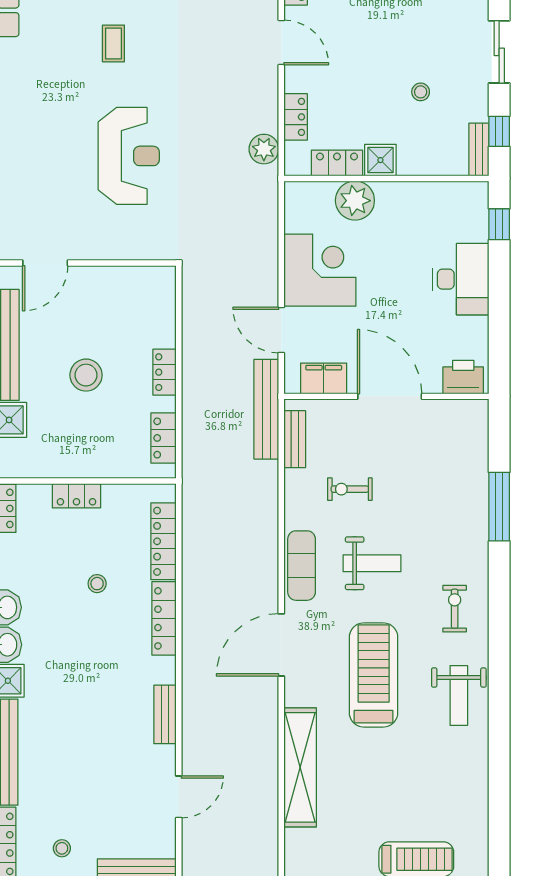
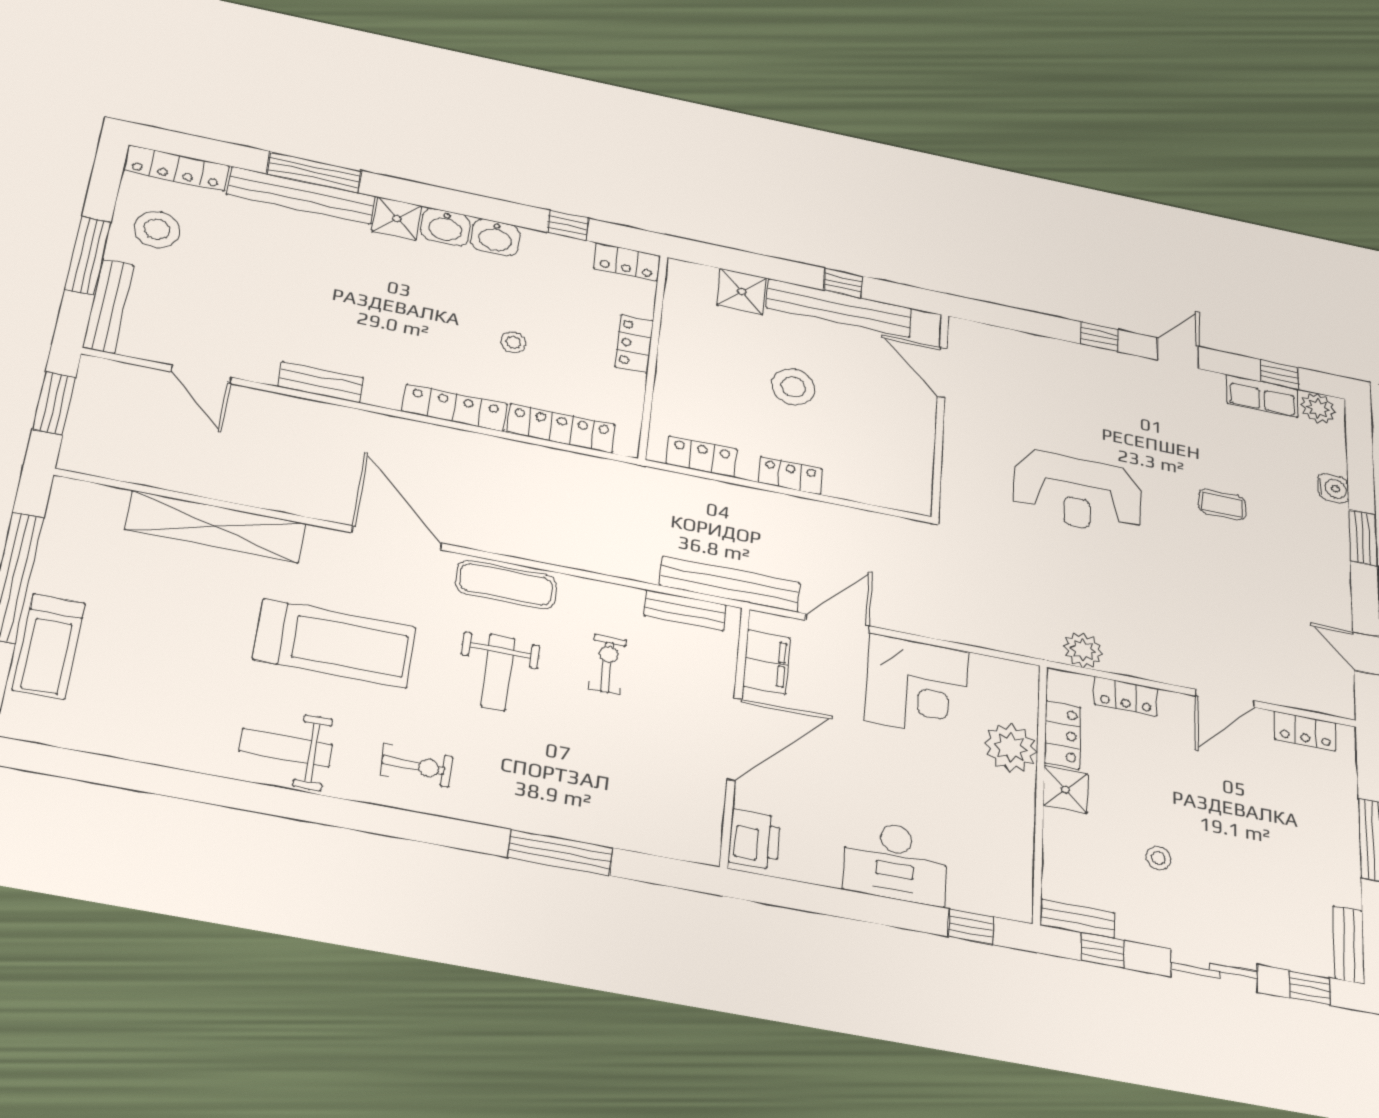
stool: (62, 848) -> (157, 229), width x1.89, depth x1.89

